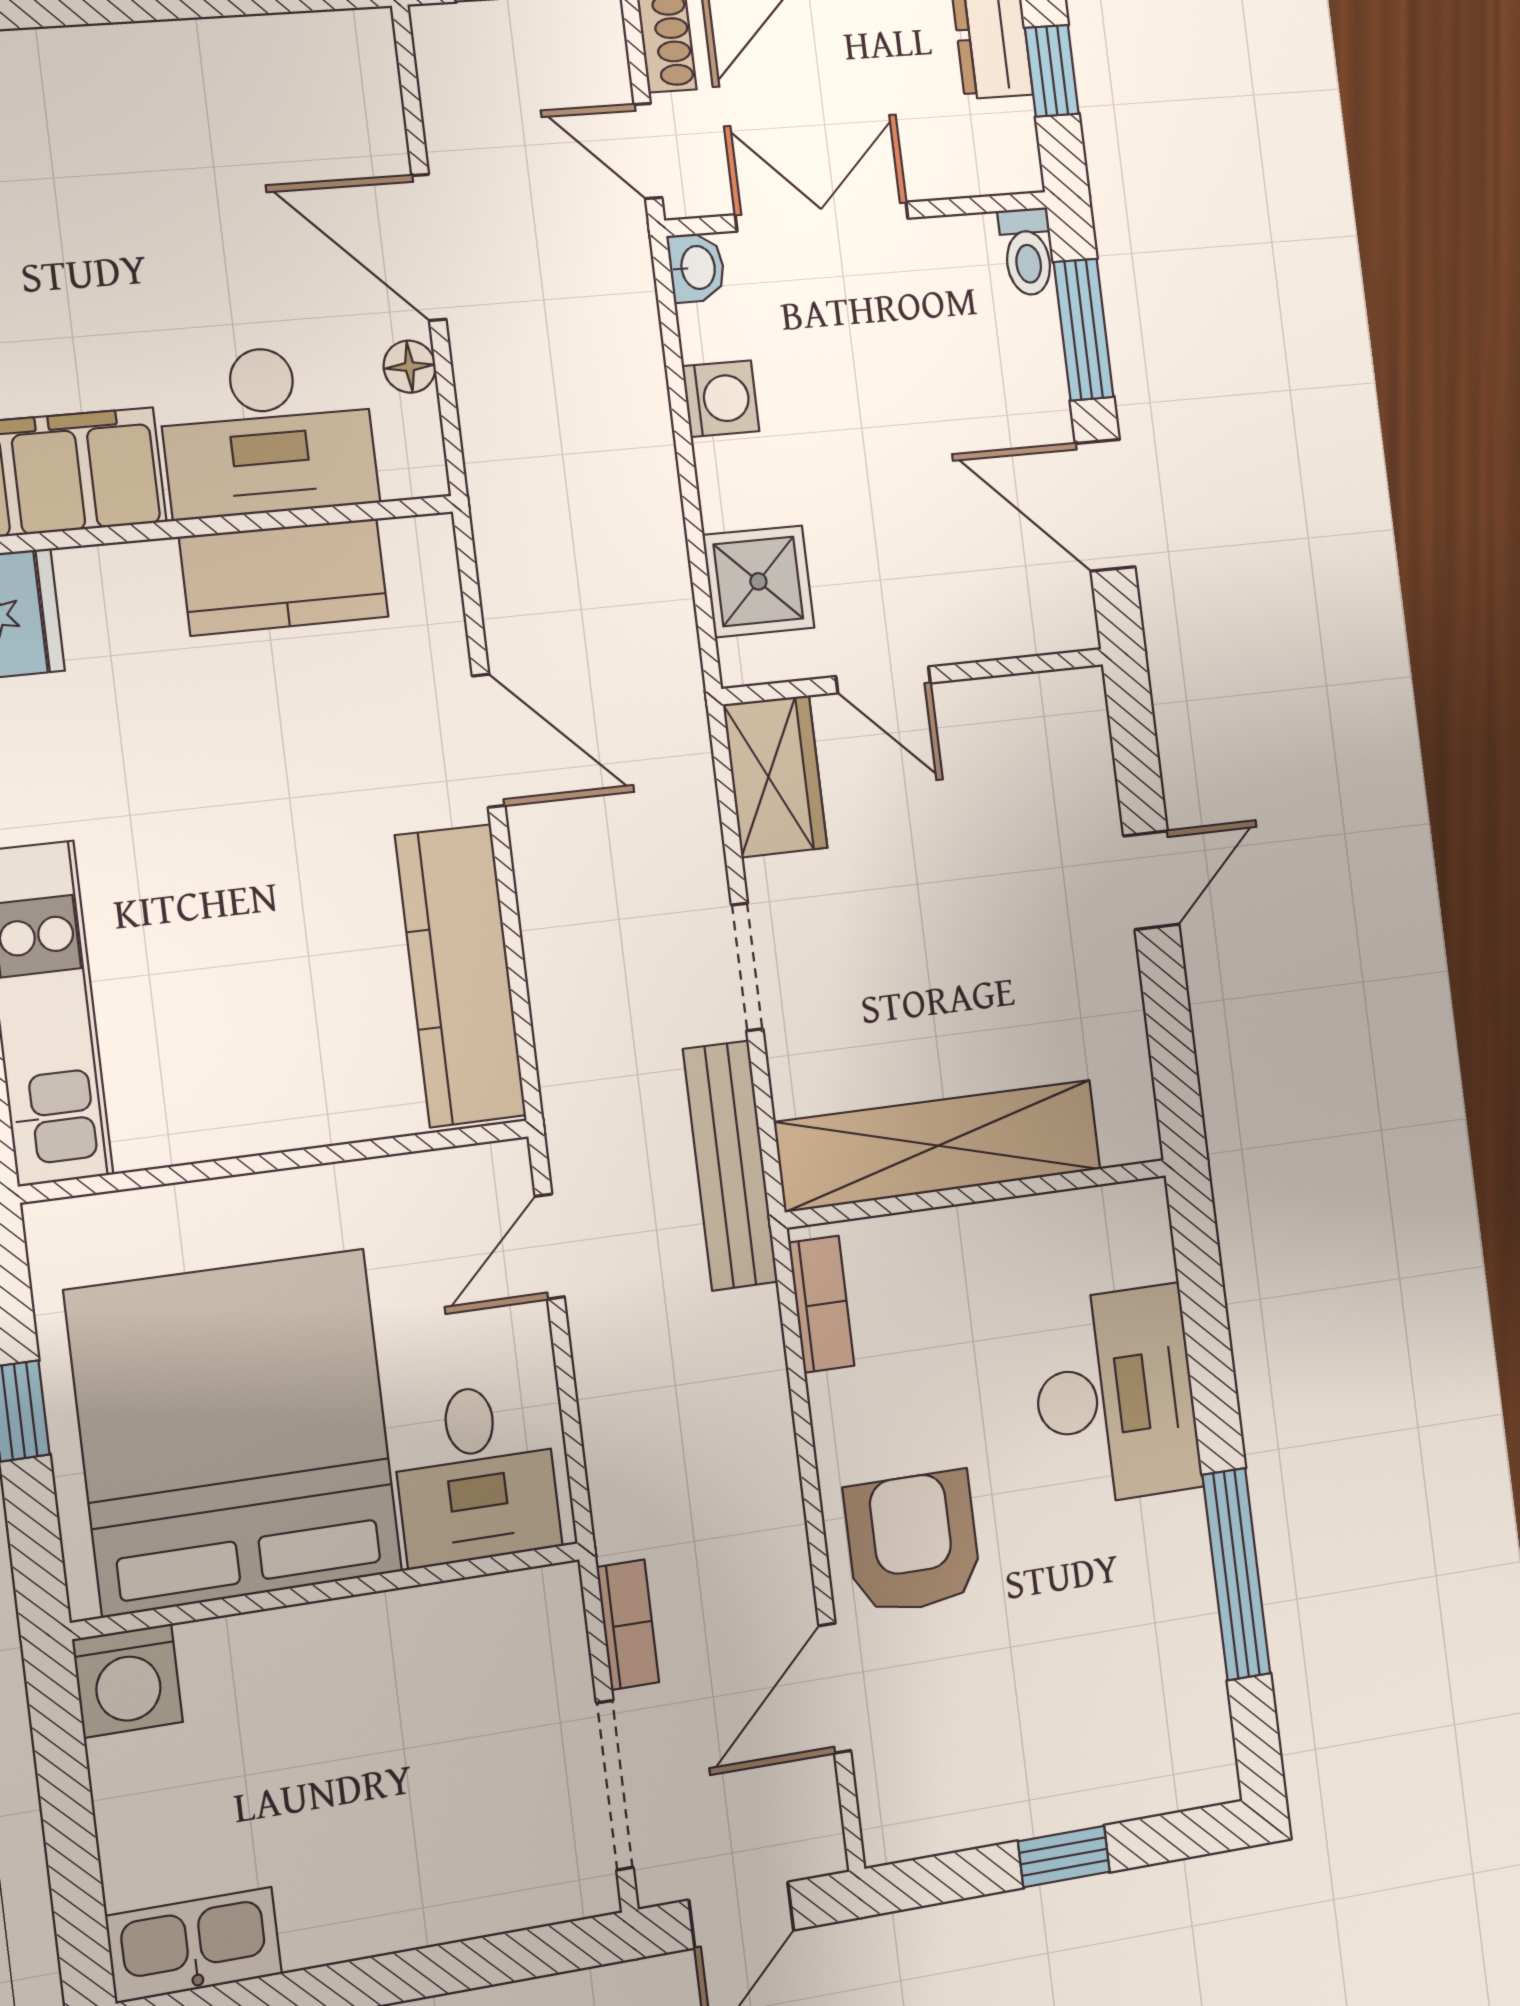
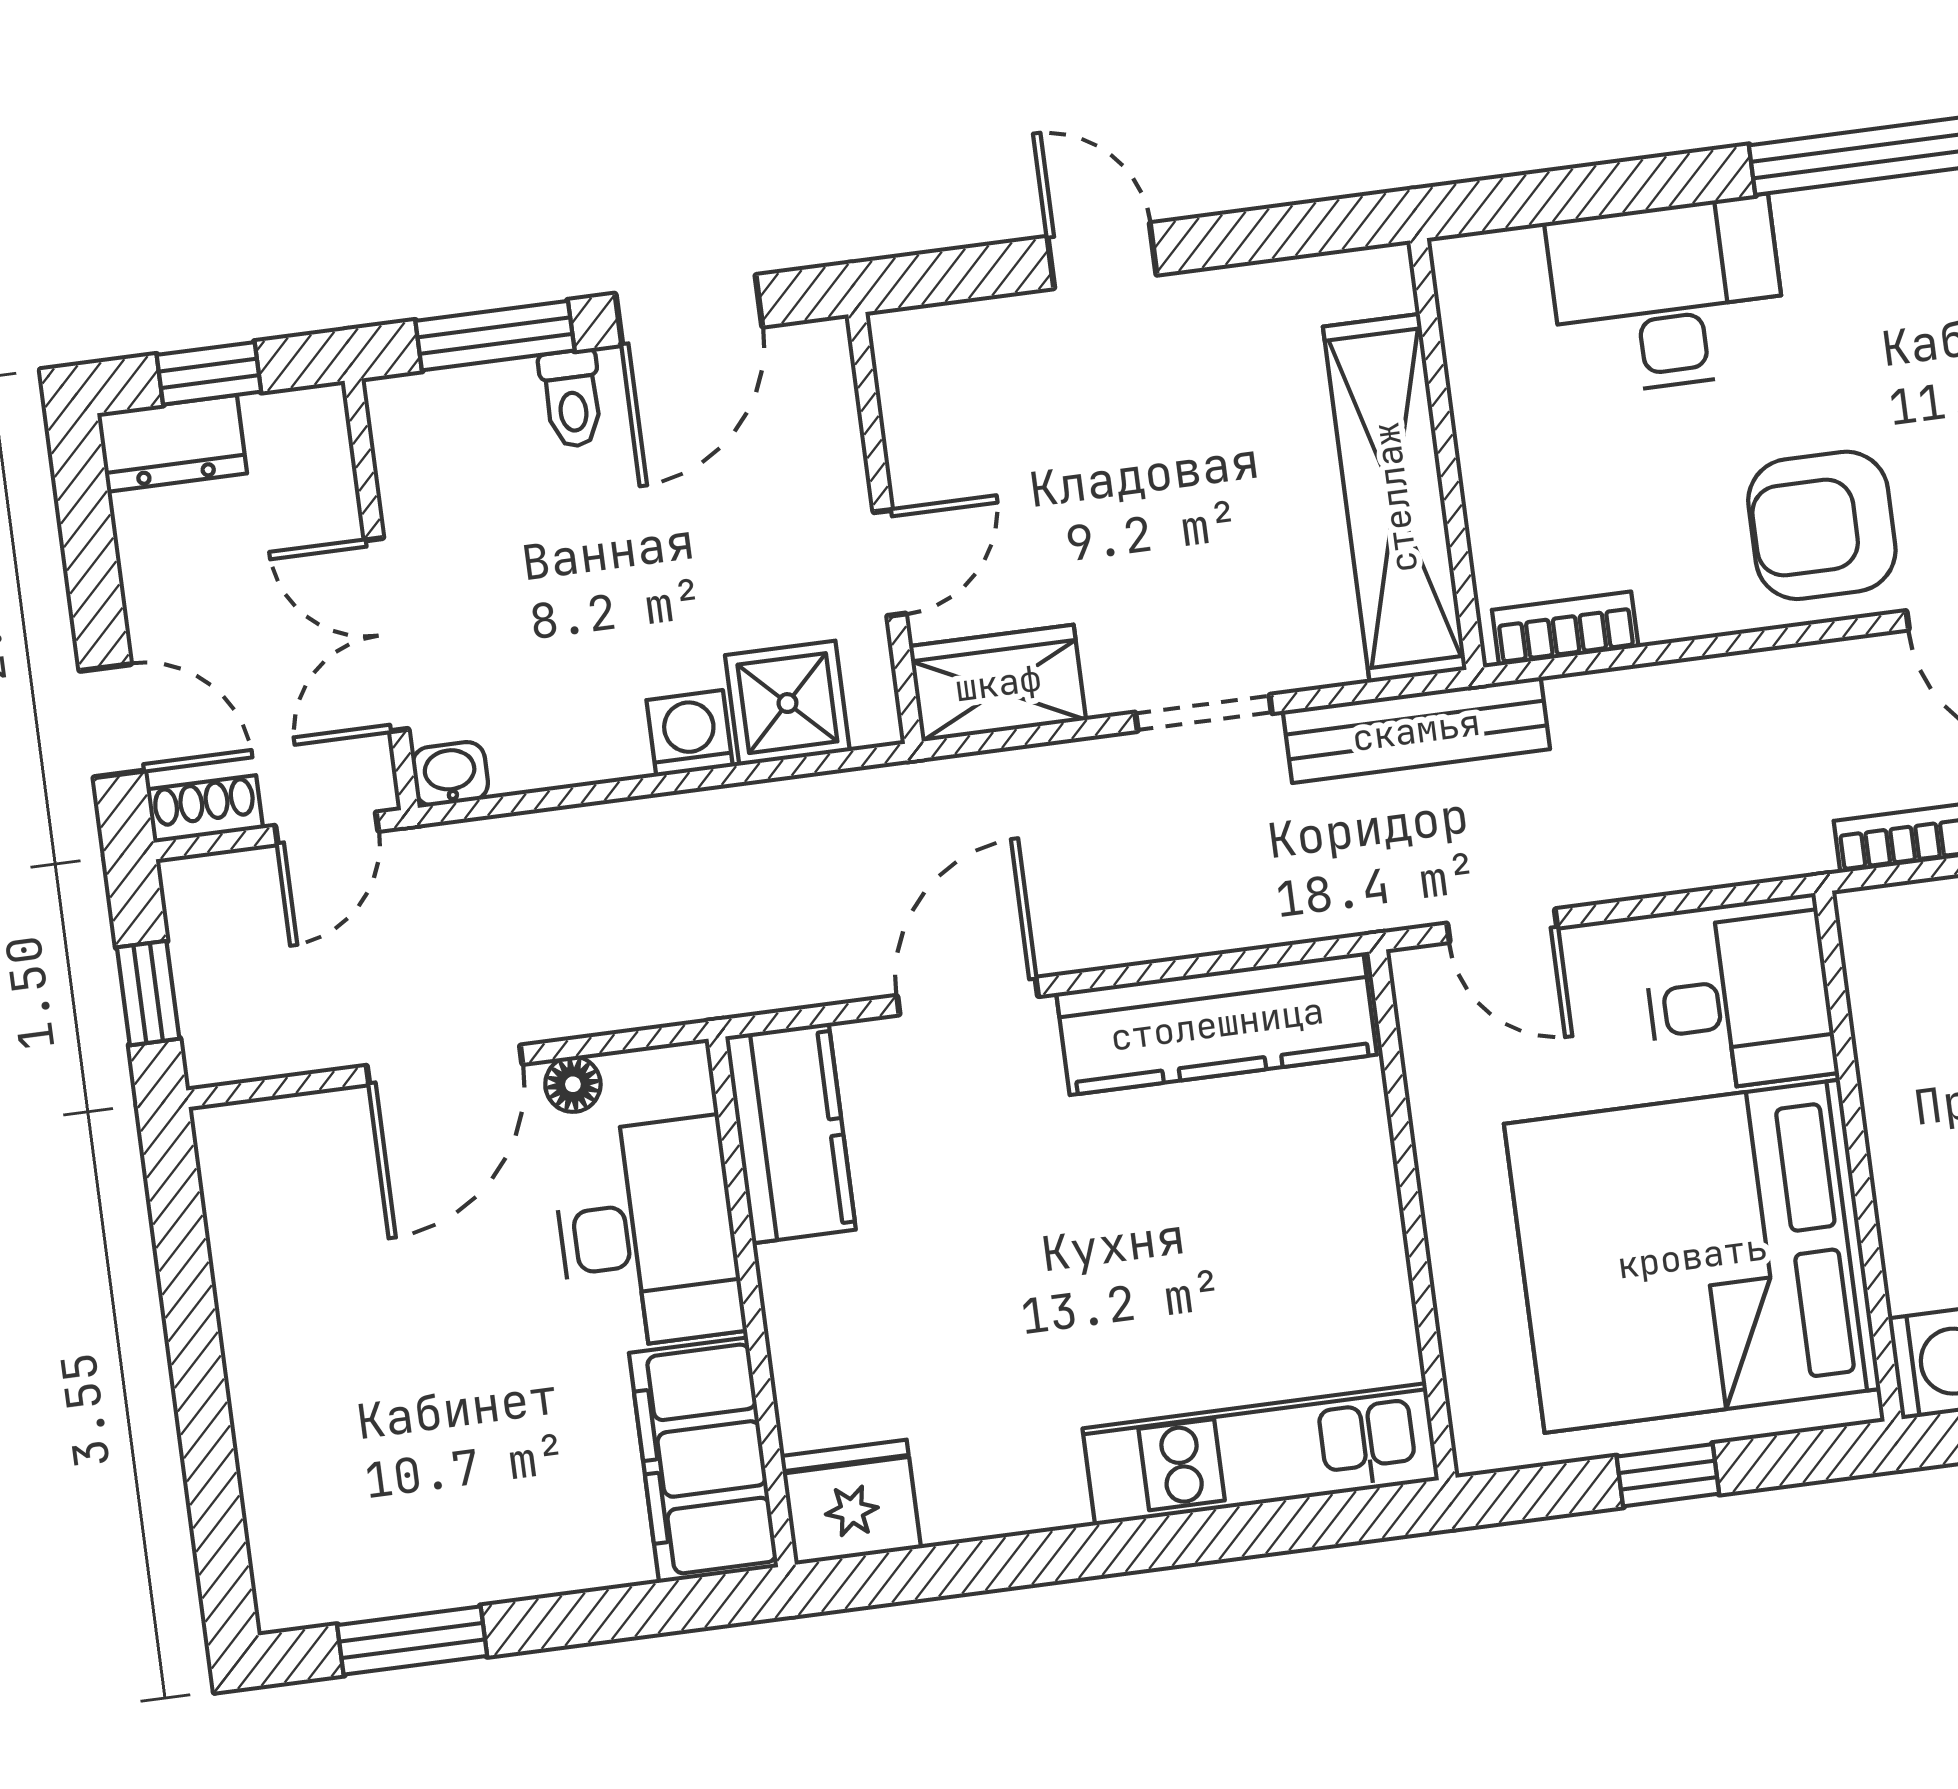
toilet: (1027, 252) -> (572, 399), moved, turned 90
washing machine: (721, 399) -> (690, 733), moved
kitchen counter: (284, 577) -> (791, 1133), moved

